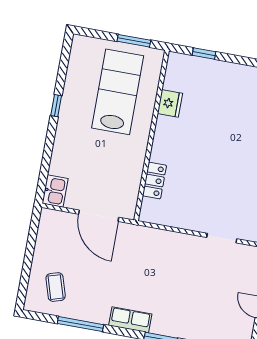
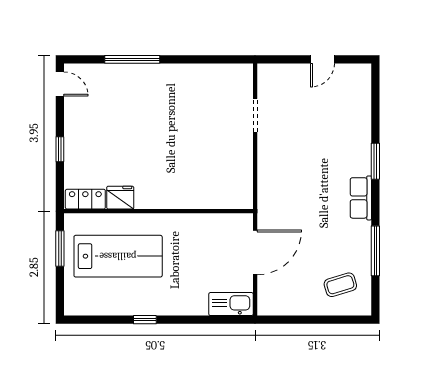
window: (204, 54) -> (60, 149), moved
lab bench: (118, 92) -> (118, 256), turned 180
locker: (154, 181) -> (85, 199), moved
kitchen sink: (55, 191) -> (231, 304), width x1.38

